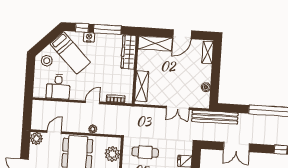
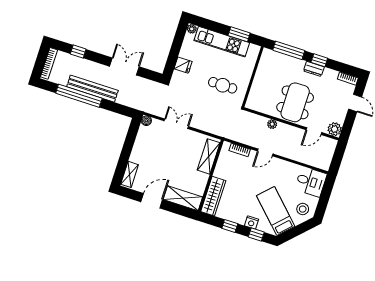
window: (107, 29) -> (230, 226), width x0.46
desk: (58, 87) -> (311, 182), moved, turned 90
boiler: (206, 87) -> (146, 121), moved
bench: (215, 117) -> (92, 89), moved
plant: (112, 154) -> (258, 92), removed

